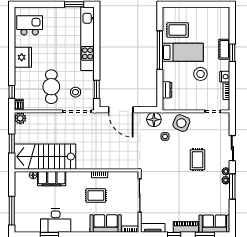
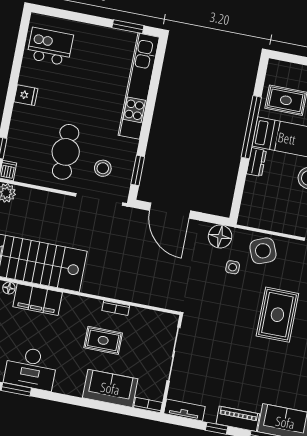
fridge: (23, 57) -> (26, 95), width x0.53, depth x0.75
dresser: (167, 90) -> (256, 162), moved
side table: (181, 123) -> (263, 251), turned 45
rug: (197, 160) -> (277, 315), width x1.36, depth x1.43

